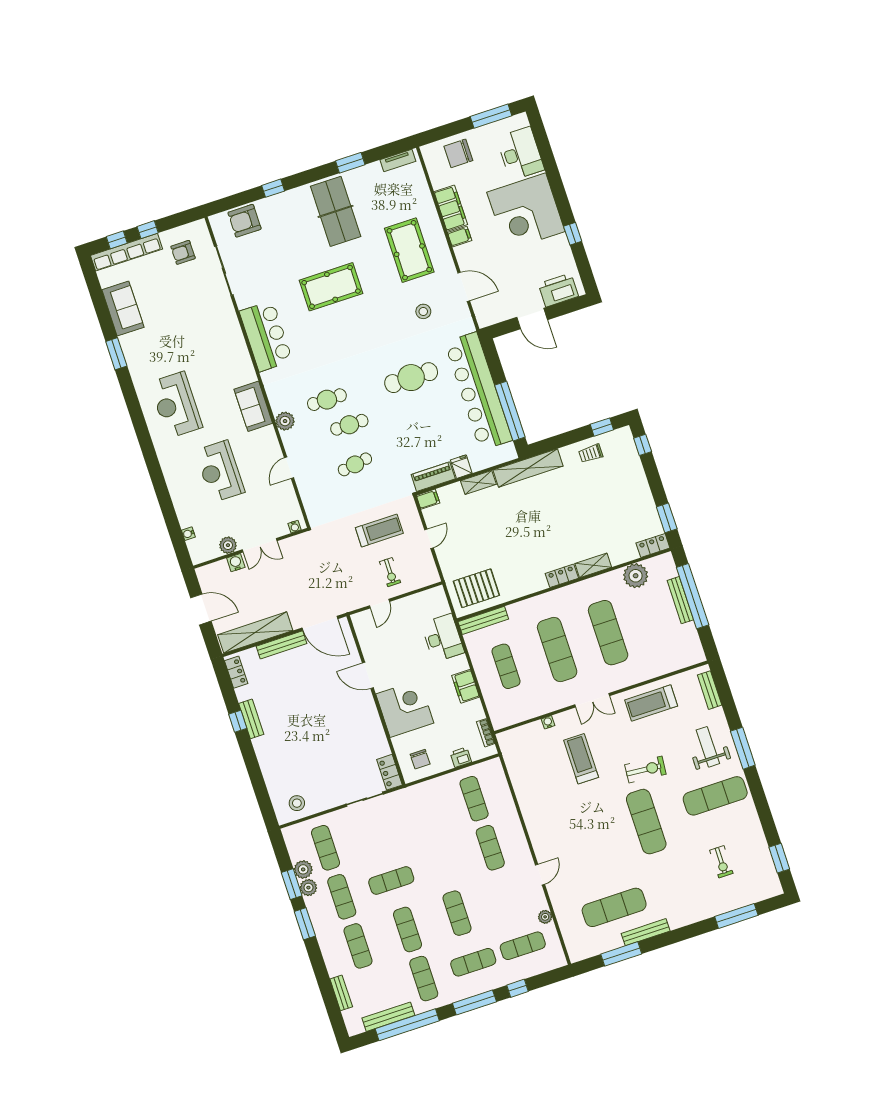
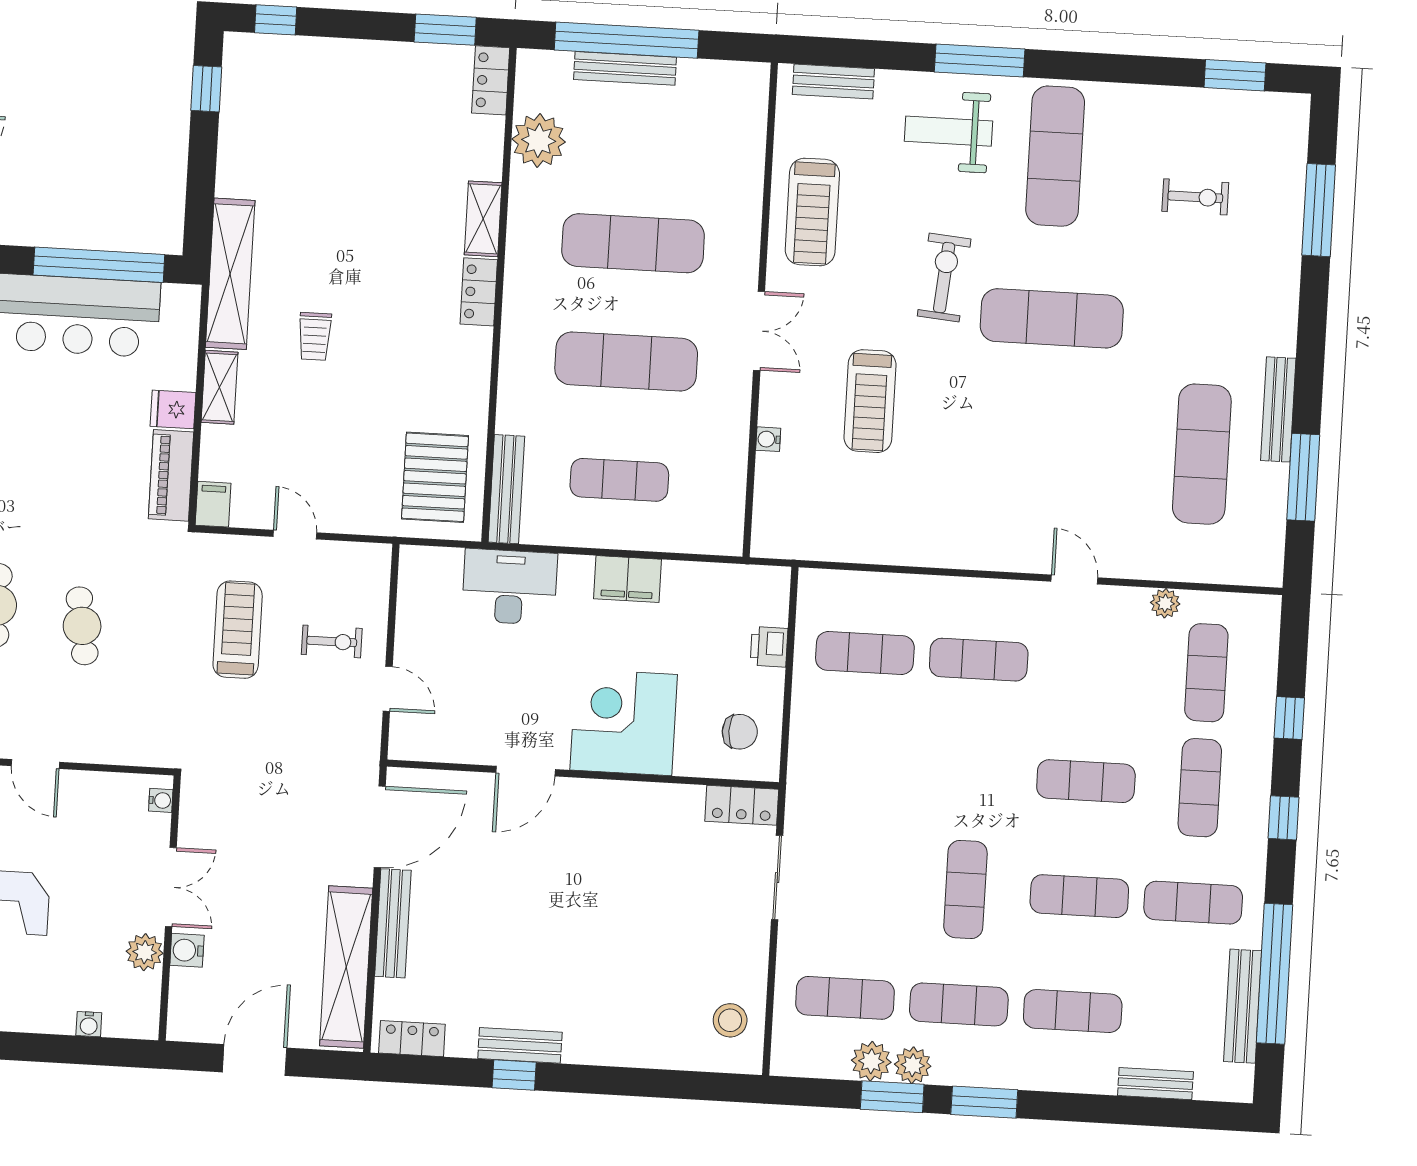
trolley: (591, 453) -> (315, 336), moved
bookcase: (486, 733) -> (739, 576), removed
treadmill: (581, 759) -> (870, 401), turned -90
window: (474, 1002) -> (1284, 818), width x0.46

